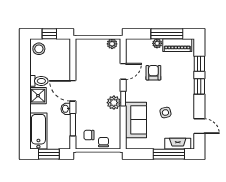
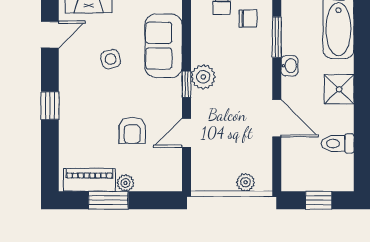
window: (167, 34) -> (108, 200), width x0.69
plant: (112, 44) -> (246, 182), moved
stool: (39, 49) -> (338, 173), removed
window: (199, 64) -> (50, 147), removed
toilet: (39, 81) -> (338, 144), moved
door: (73, 91) -> (277, 118), moved
door: (199, 126) -> (50, 35), swing flipped

